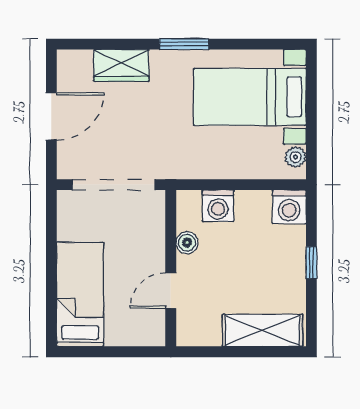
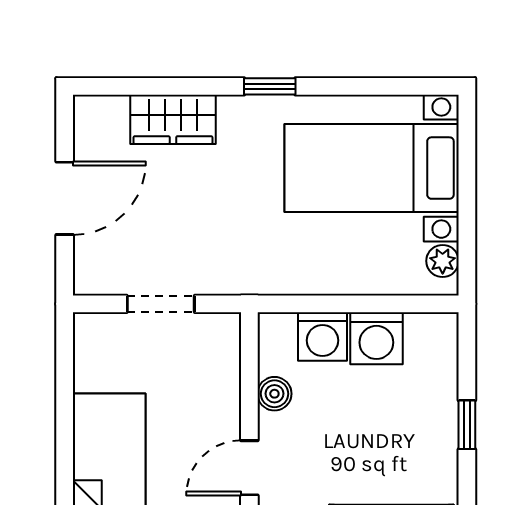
window: (184, 44) -> (270, 86), width x0.67
doorway: (114, 185) -> (161, 304), width x0.53
washing machine: (289, 207) -> (376, 338), moved

